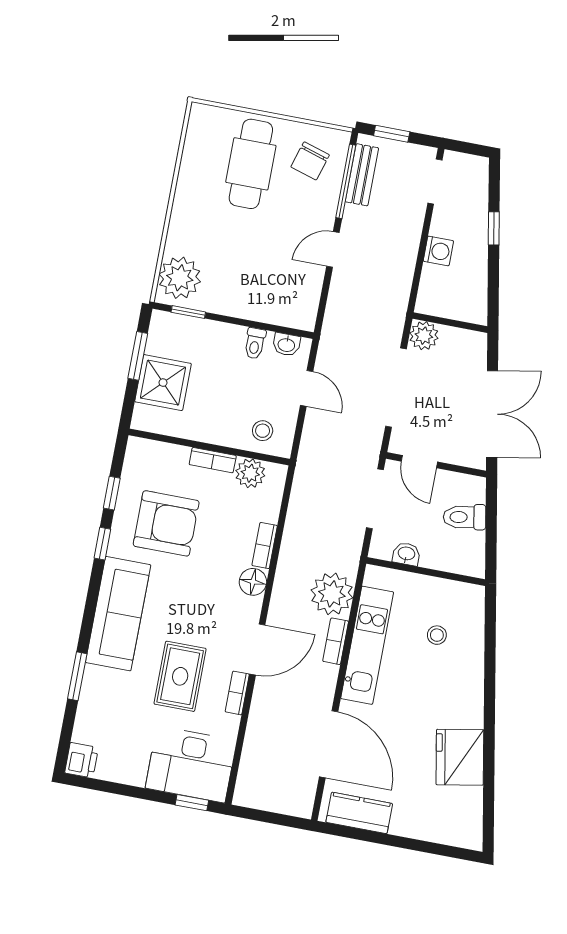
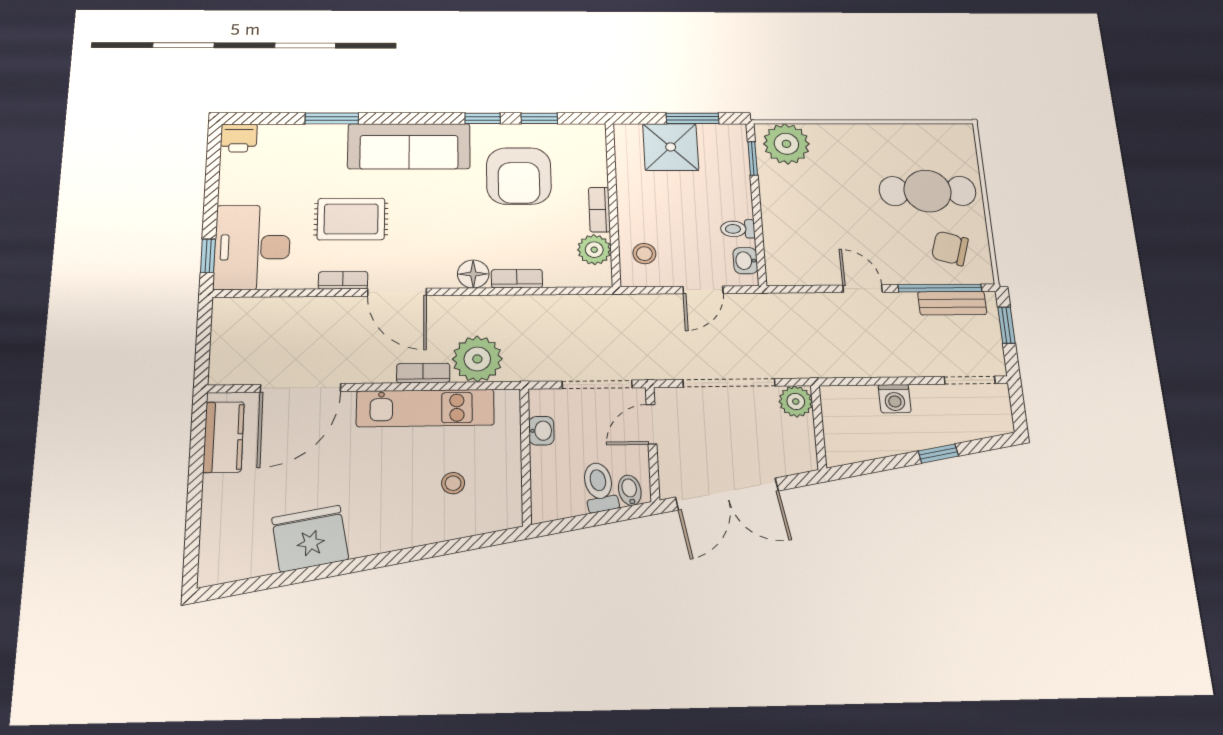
bidet: (472, 493) -> (630, 490), added

